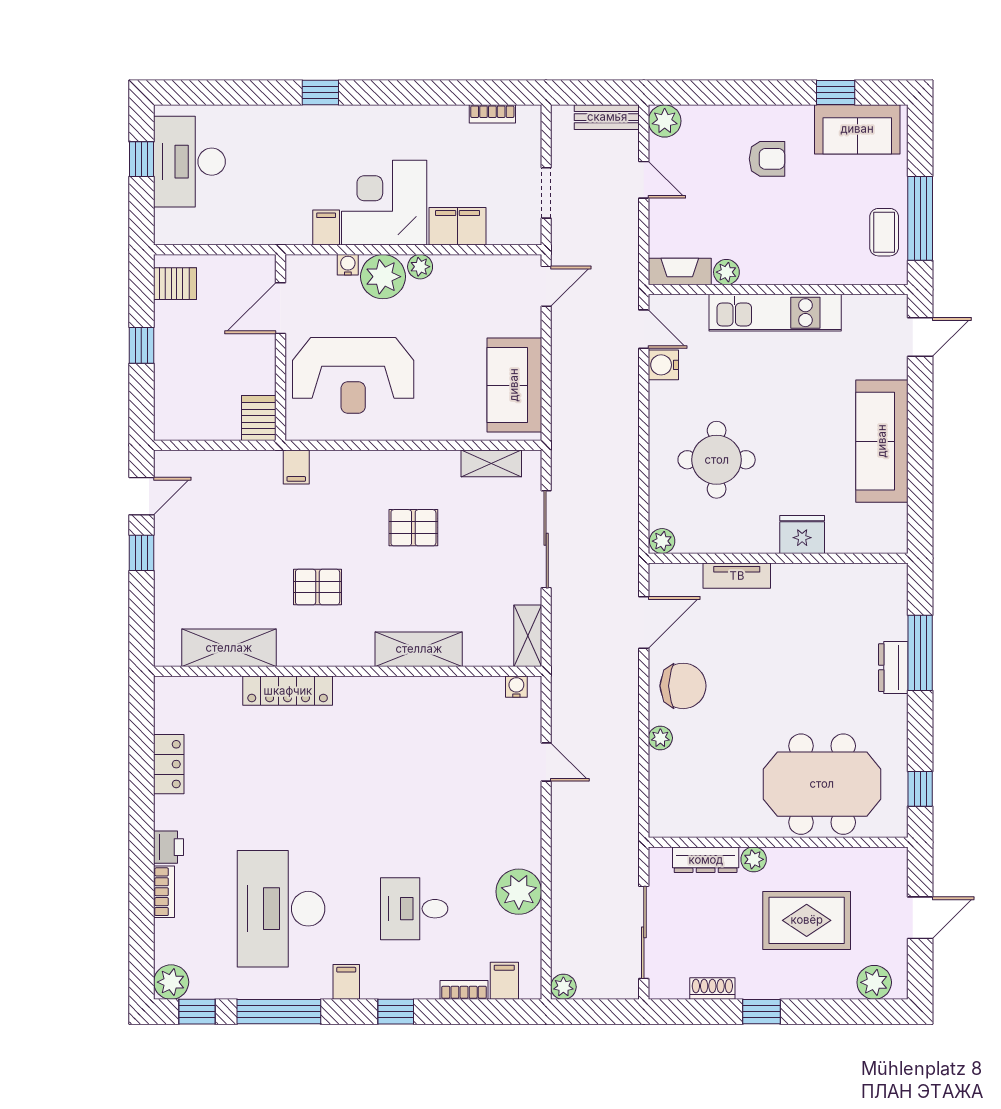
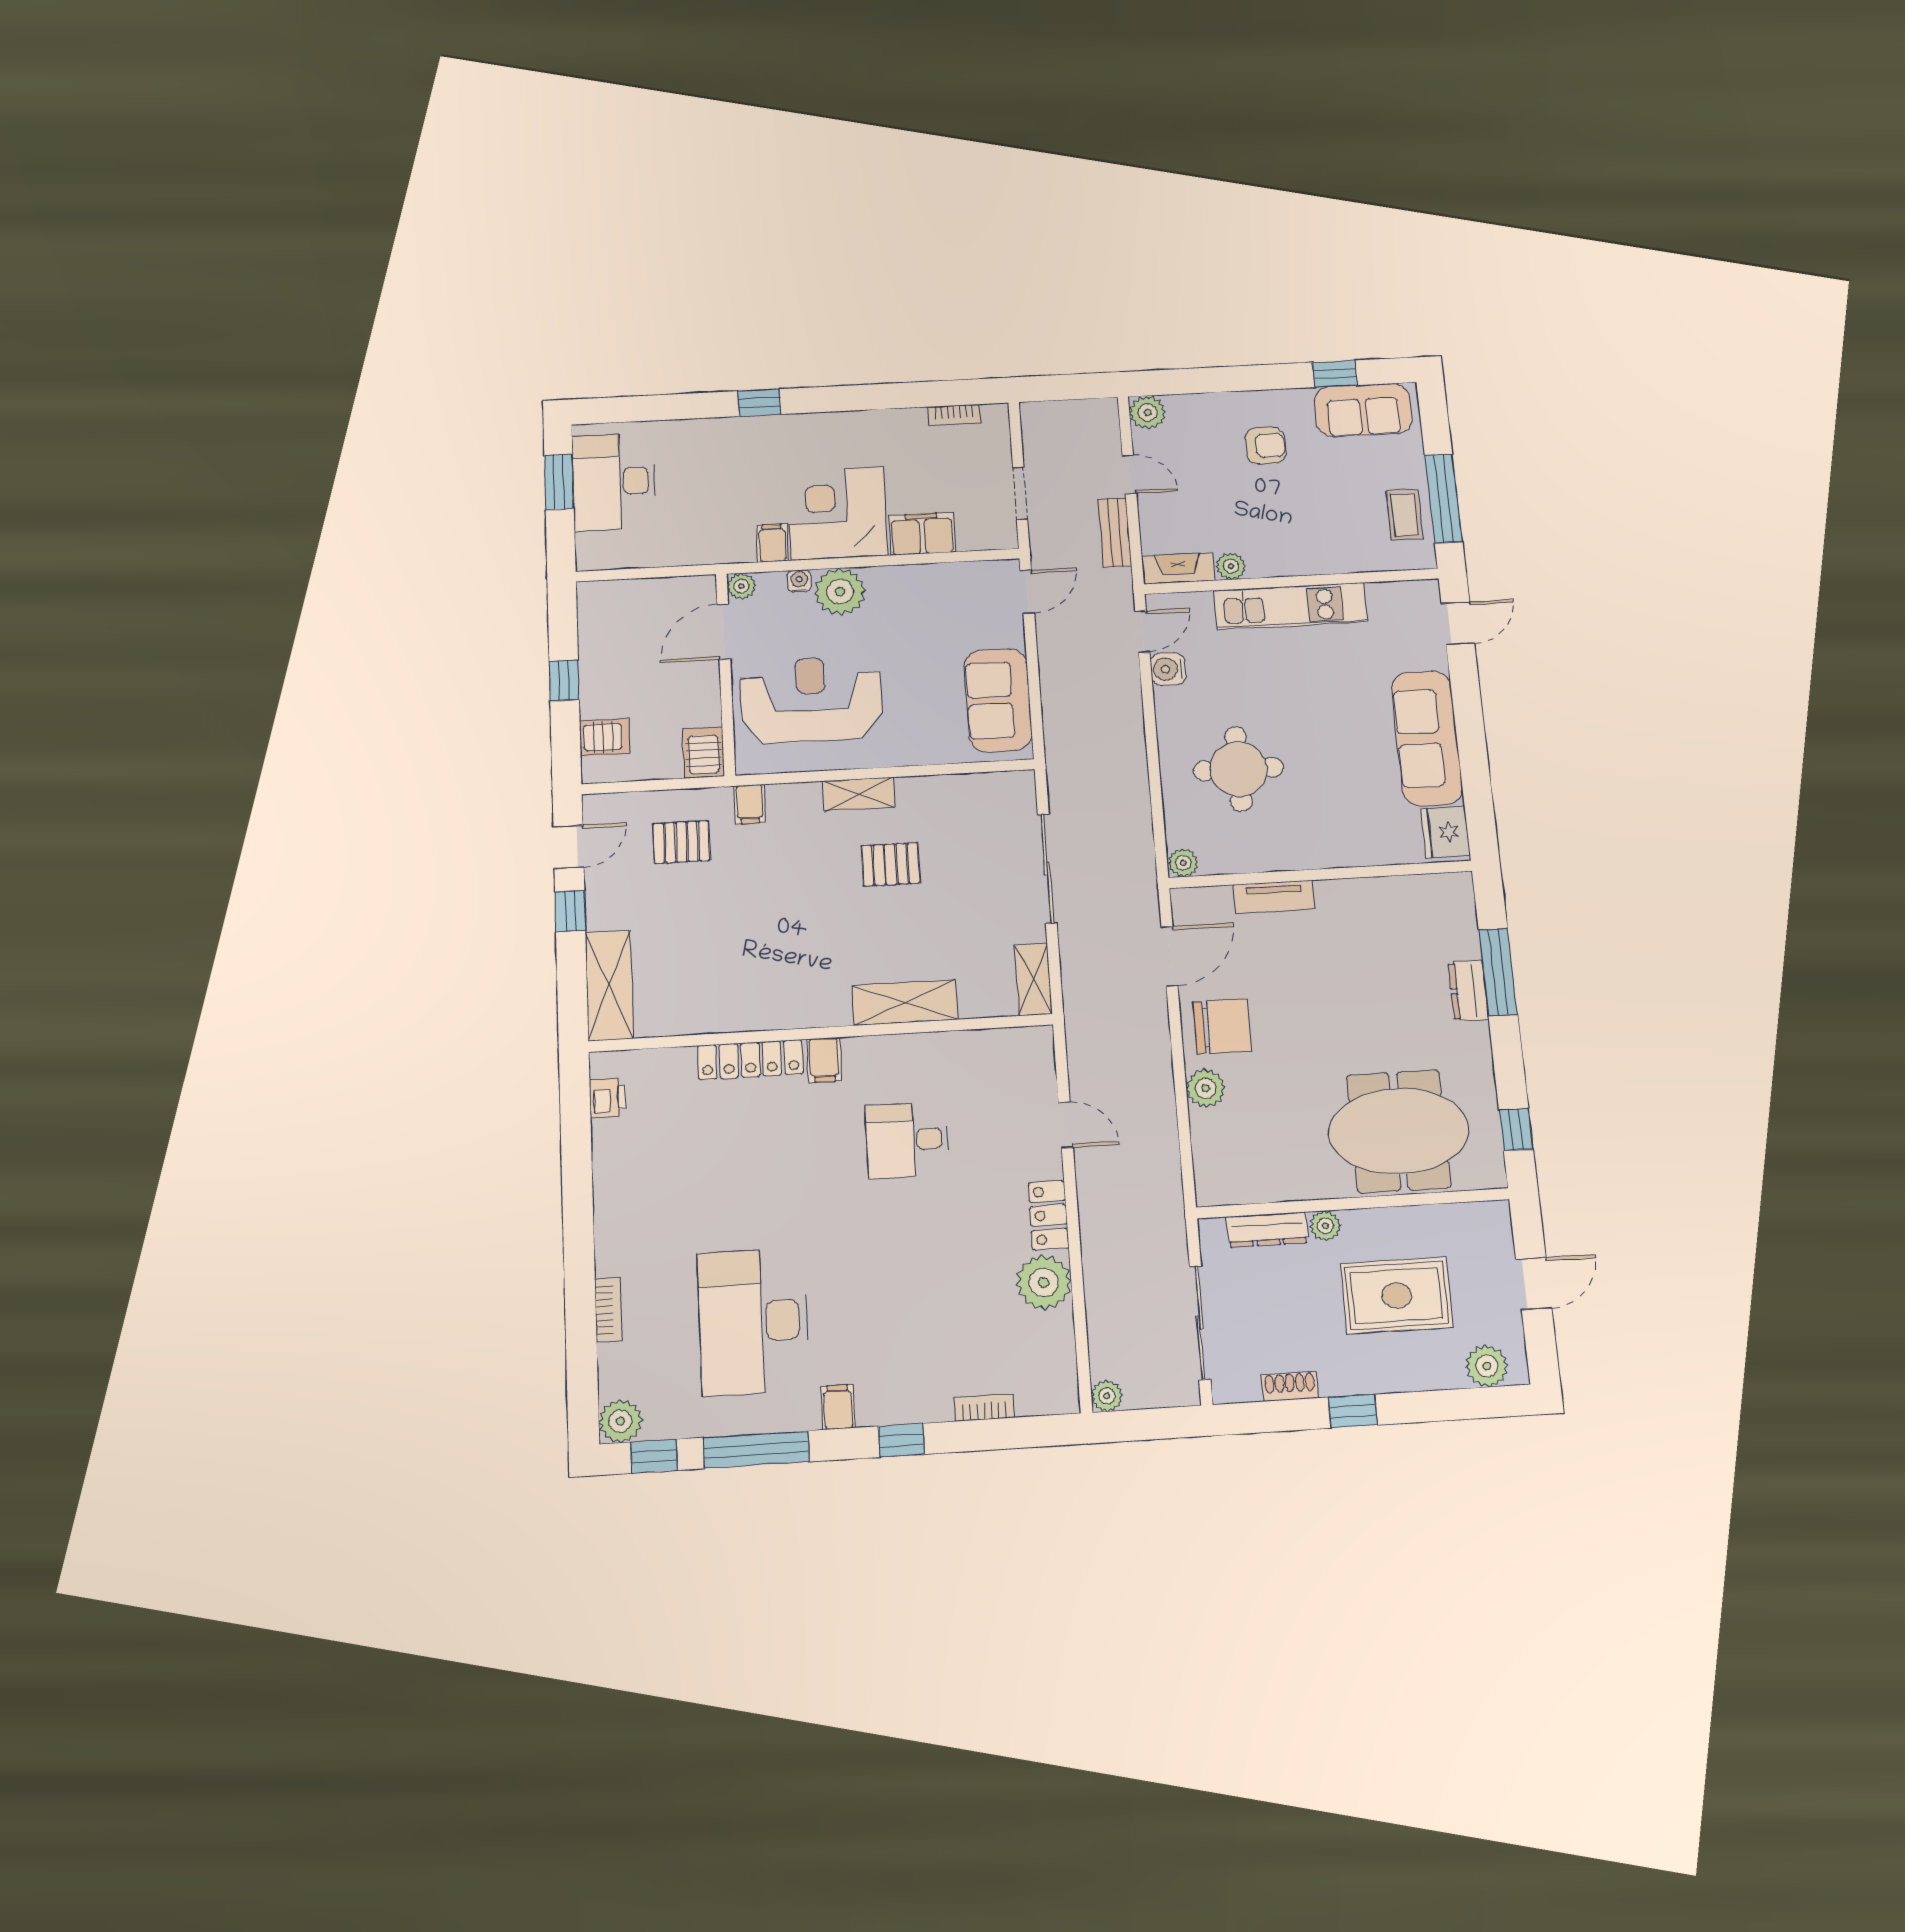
bench: (607, 117) -> (1115, 533), moved, turned 90
window: (141, 159) -> (559, 482), width x1.50
plant: (420, 267) -> (741, 586), moved
server rack: (175, 284) -> (605, 737), moved
door: (644, 329) -> (1142, 632), hinge flipped
reception desk: (353, 375) -> (811, 700), turned 180
shelving: (491, 463) -> (859, 794), moved
fridge: (802, 535) -> (1445, 832), moved, turned -90
pallet: (318, 587) -> (681, 842), moved
shelving: (229, 648) -> (609, 985), moved, turned 90
water cooler: (516, 687) -> (1024, 1039), removed
plant: (660, 738) -> (1206, 1088), width x1.38, depth x1.38
locker: (169, 764) -> (1048, 1215), moved, turned 180
printer: (168, 847) -> (608, 1098), moved
desk: (414, 909) -> (907, 1140), moved
filing cabinet: (504, 981) -> (824, 1060), moved, turned 180

